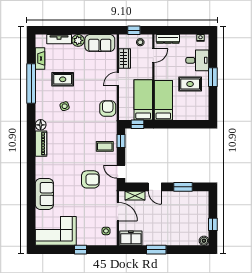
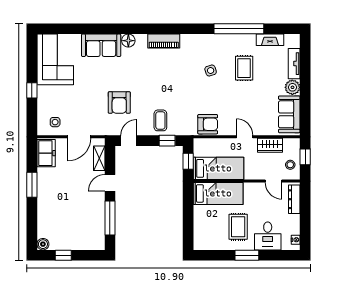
floor lamp: (41, 125) -> (128, 41), moved
window: (183, 187) -> (110, 218), width x1.44

